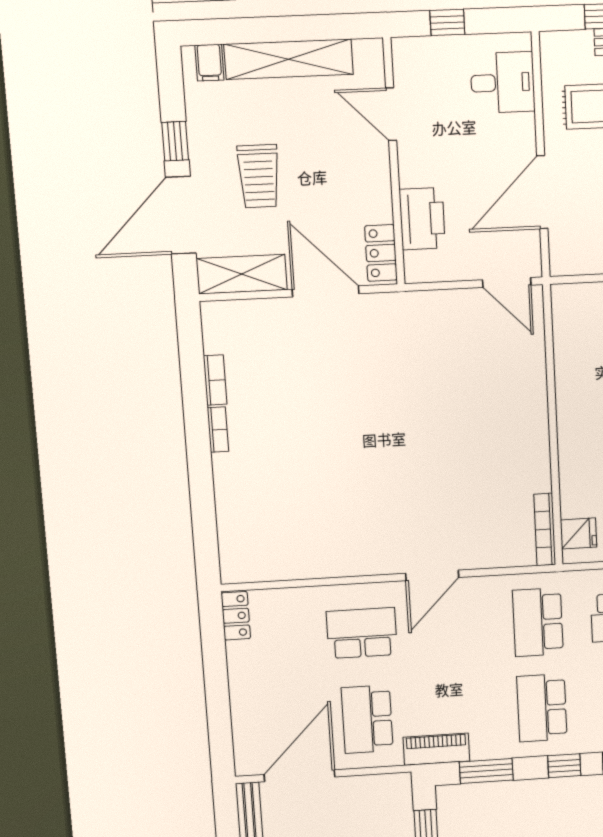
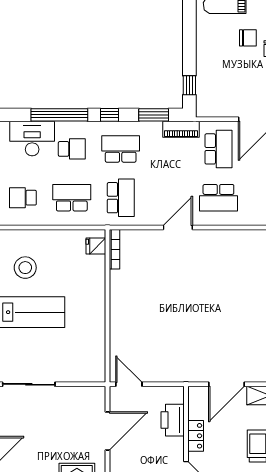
locker: (381, 253) -> (196, 436), moved
door: (326, 291) -> (226, 384), hinge flipped
school desk: (542, 708) -> (121, 149), turned -90

